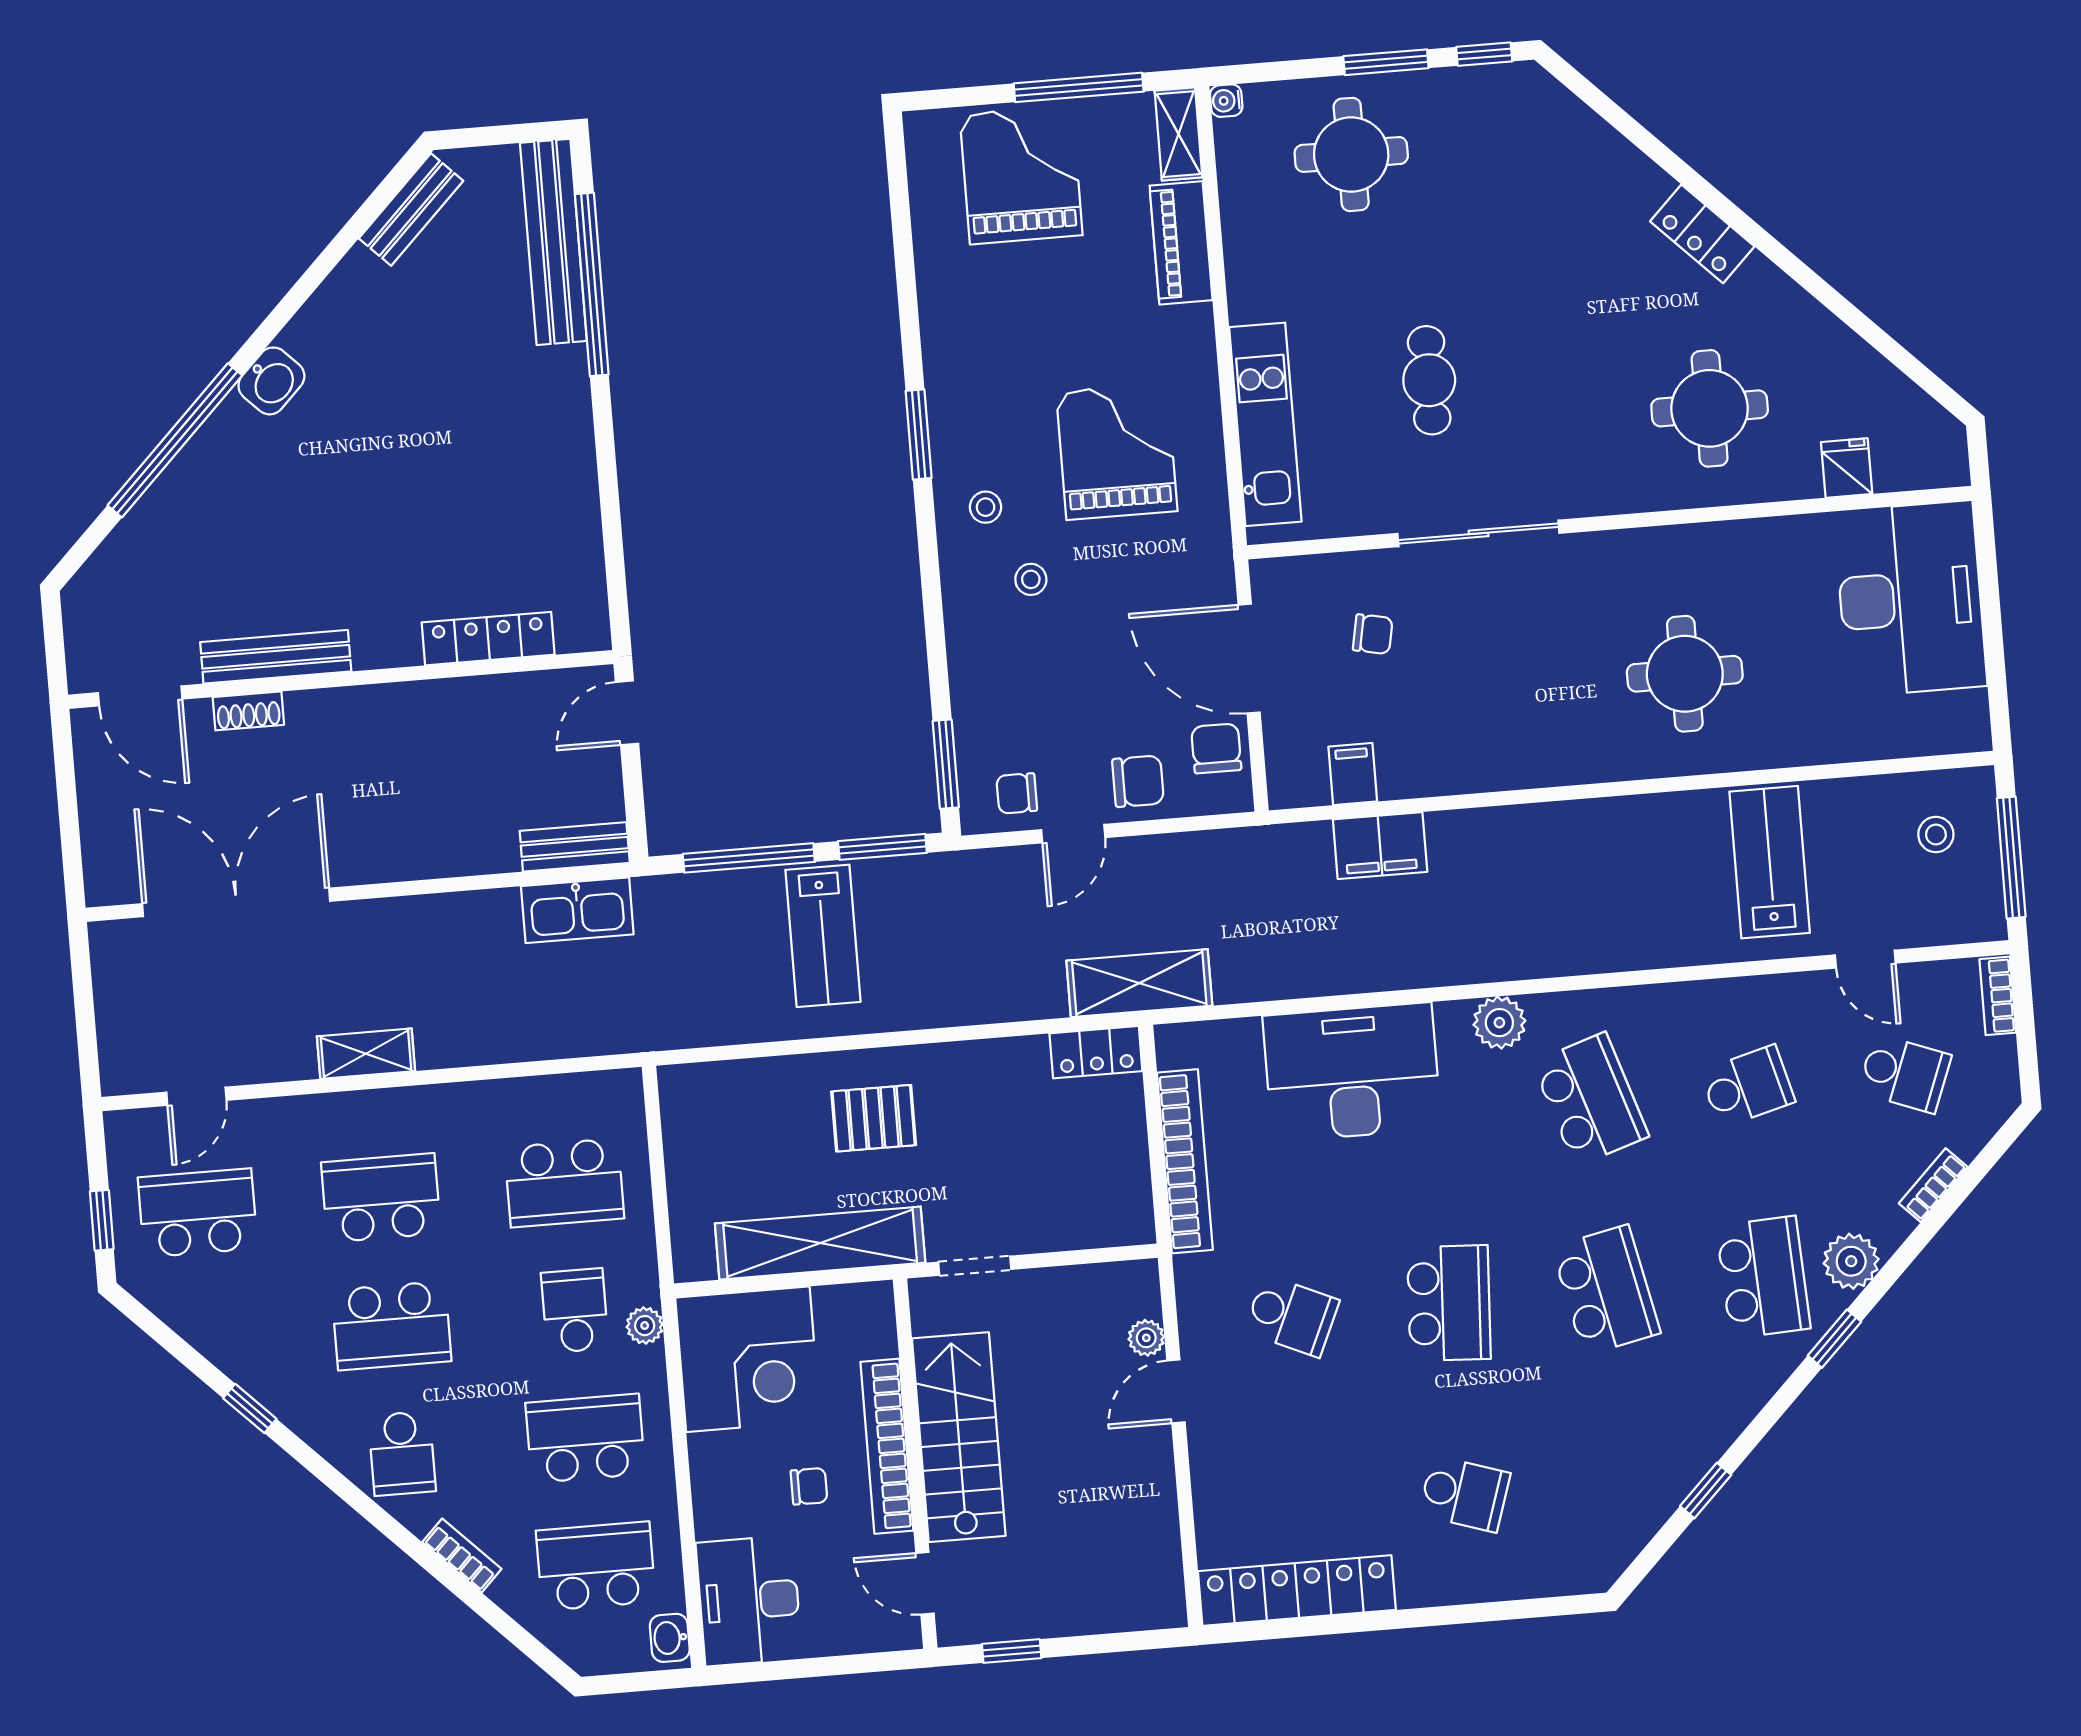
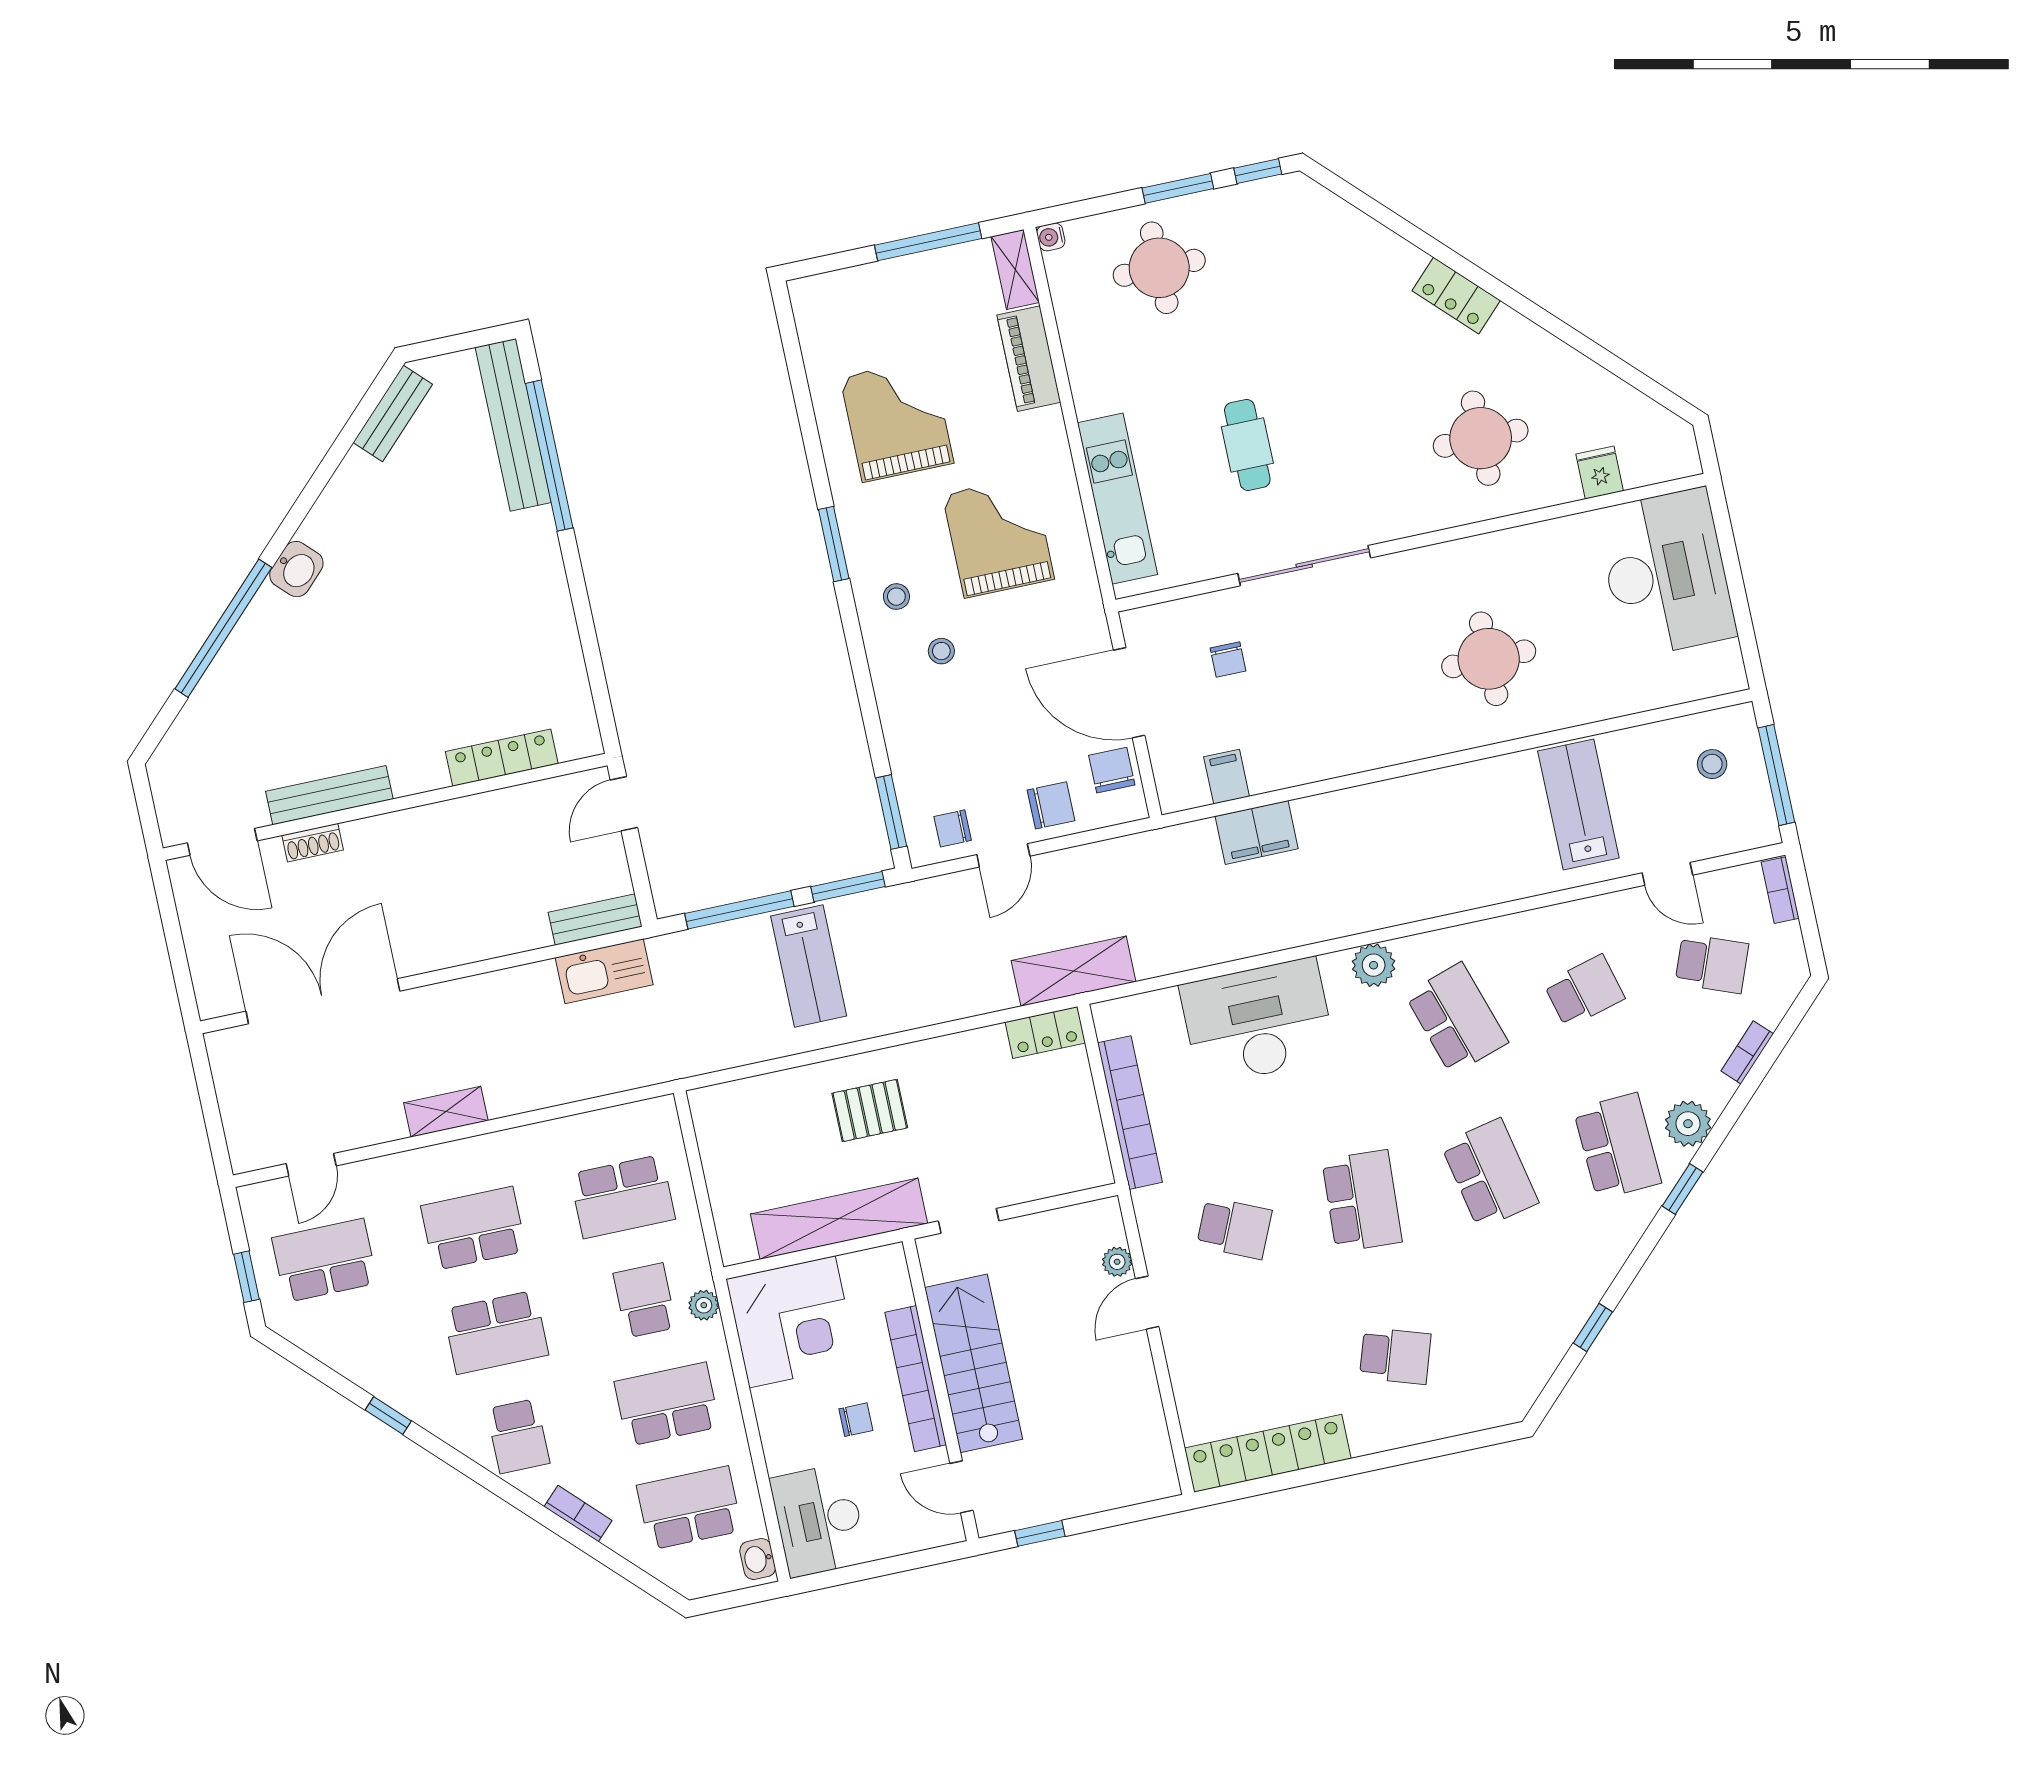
grand piano: (1021, 175) -> (897, 420), moved
chair: (1373, 634) -> (1228, 660), turned 79

